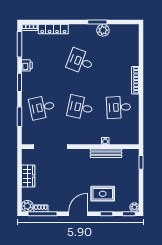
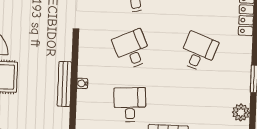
plant: (103, 30) -> (241, 112), moved
desk: (80, 107) -> (132, 49), turned -36

